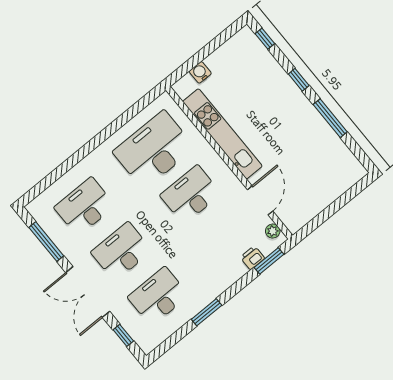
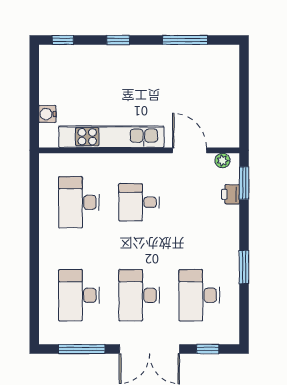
window: (330, 118) -> (185, 40), moved
desk: (154, 150) -> (79, 202), width x0.73, depth x0.77
desk: (191, 195) -> (139, 202), width x0.73

